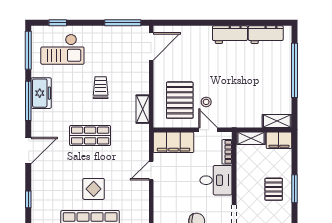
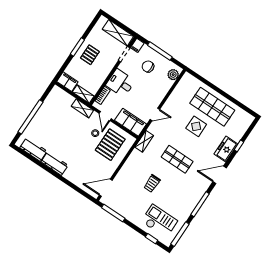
freezer: (41, 93) -> (226, 149), moved
shelving: (143, 109) -> (144, 141), moved
shelving: (277, 121) -> (82, 108), moved

